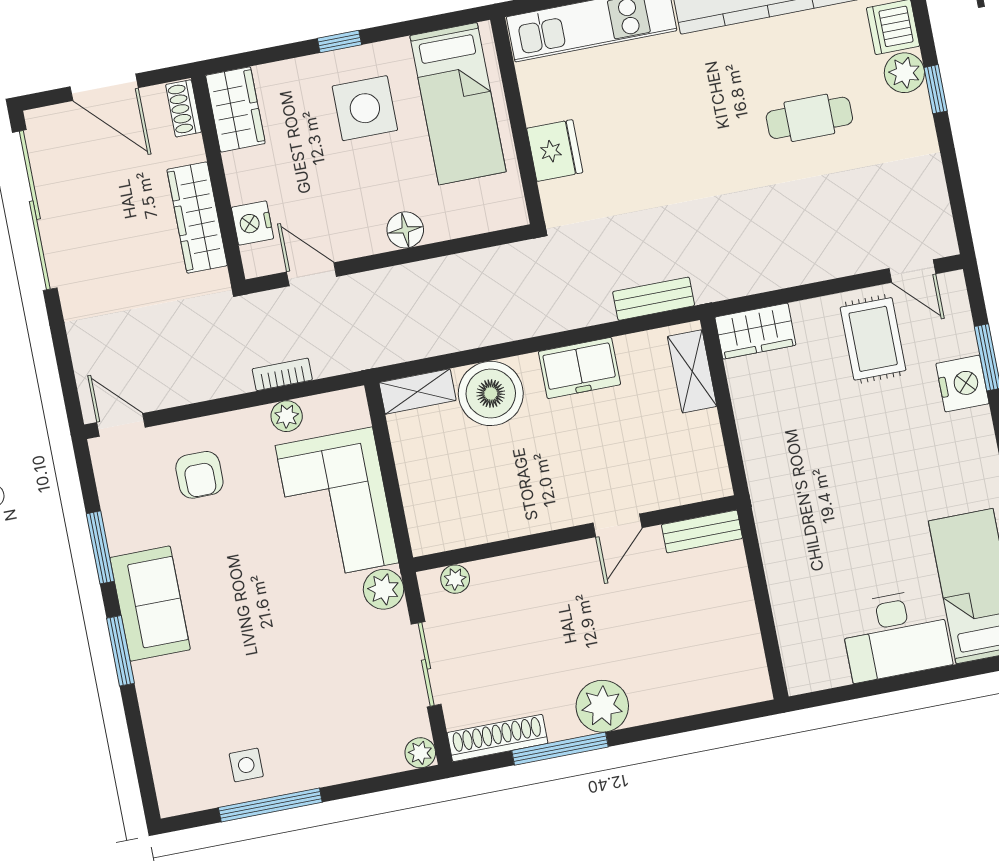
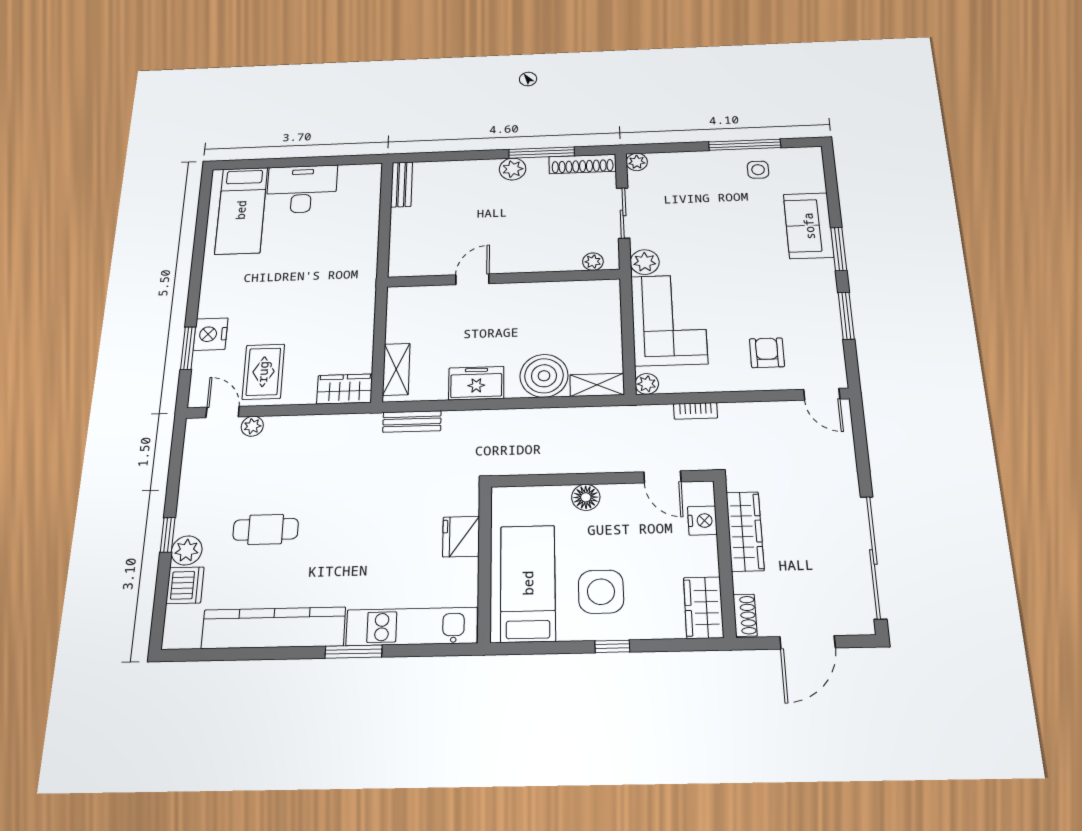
door: (104, 87) -> (808, 642), swing flipped
plant: (866, 257) -> (252, 426), added
plant: (287, 416) -> (647, 384), moved
bench: (702, 532) -> (402, 184), moved, turned 90
sofa: (150, 604) -> (809, 226), moved
plant: (602, 706) -> (513, 169), width x0.73, depth x0.73

